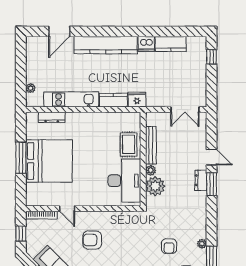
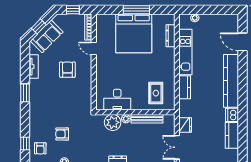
fridge: (137, 100) -> (185, 125), moved
rug: (129, 144) -> (156, 93), moved, turned 90
desk: (124, 181) -> (117, 100), width x0.73, depth x0.77
door: (67, 209) -> (94, 49), hinge flipped

